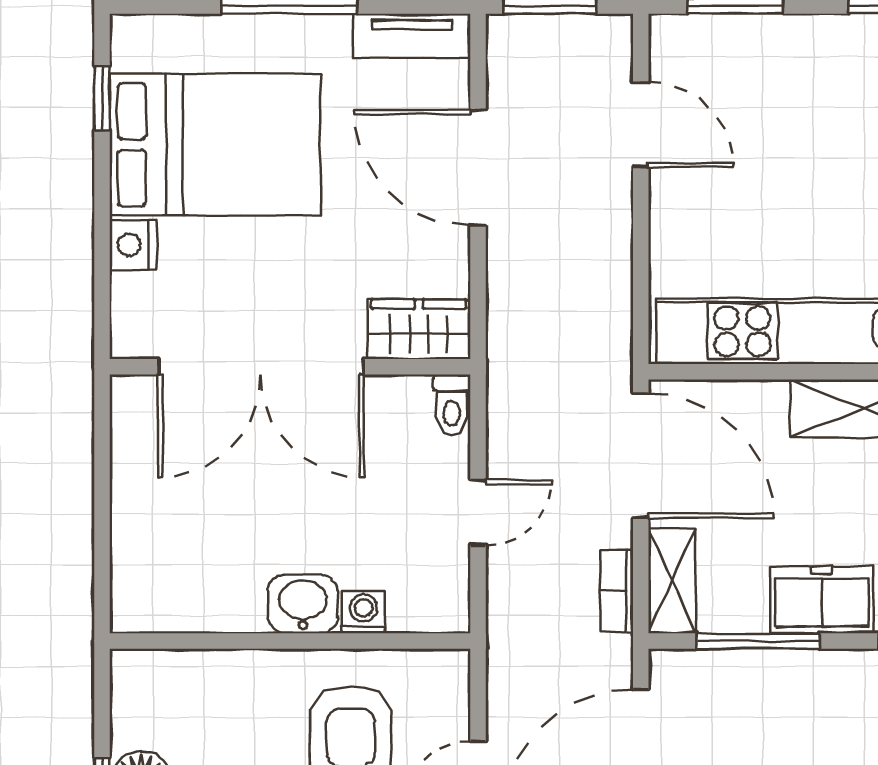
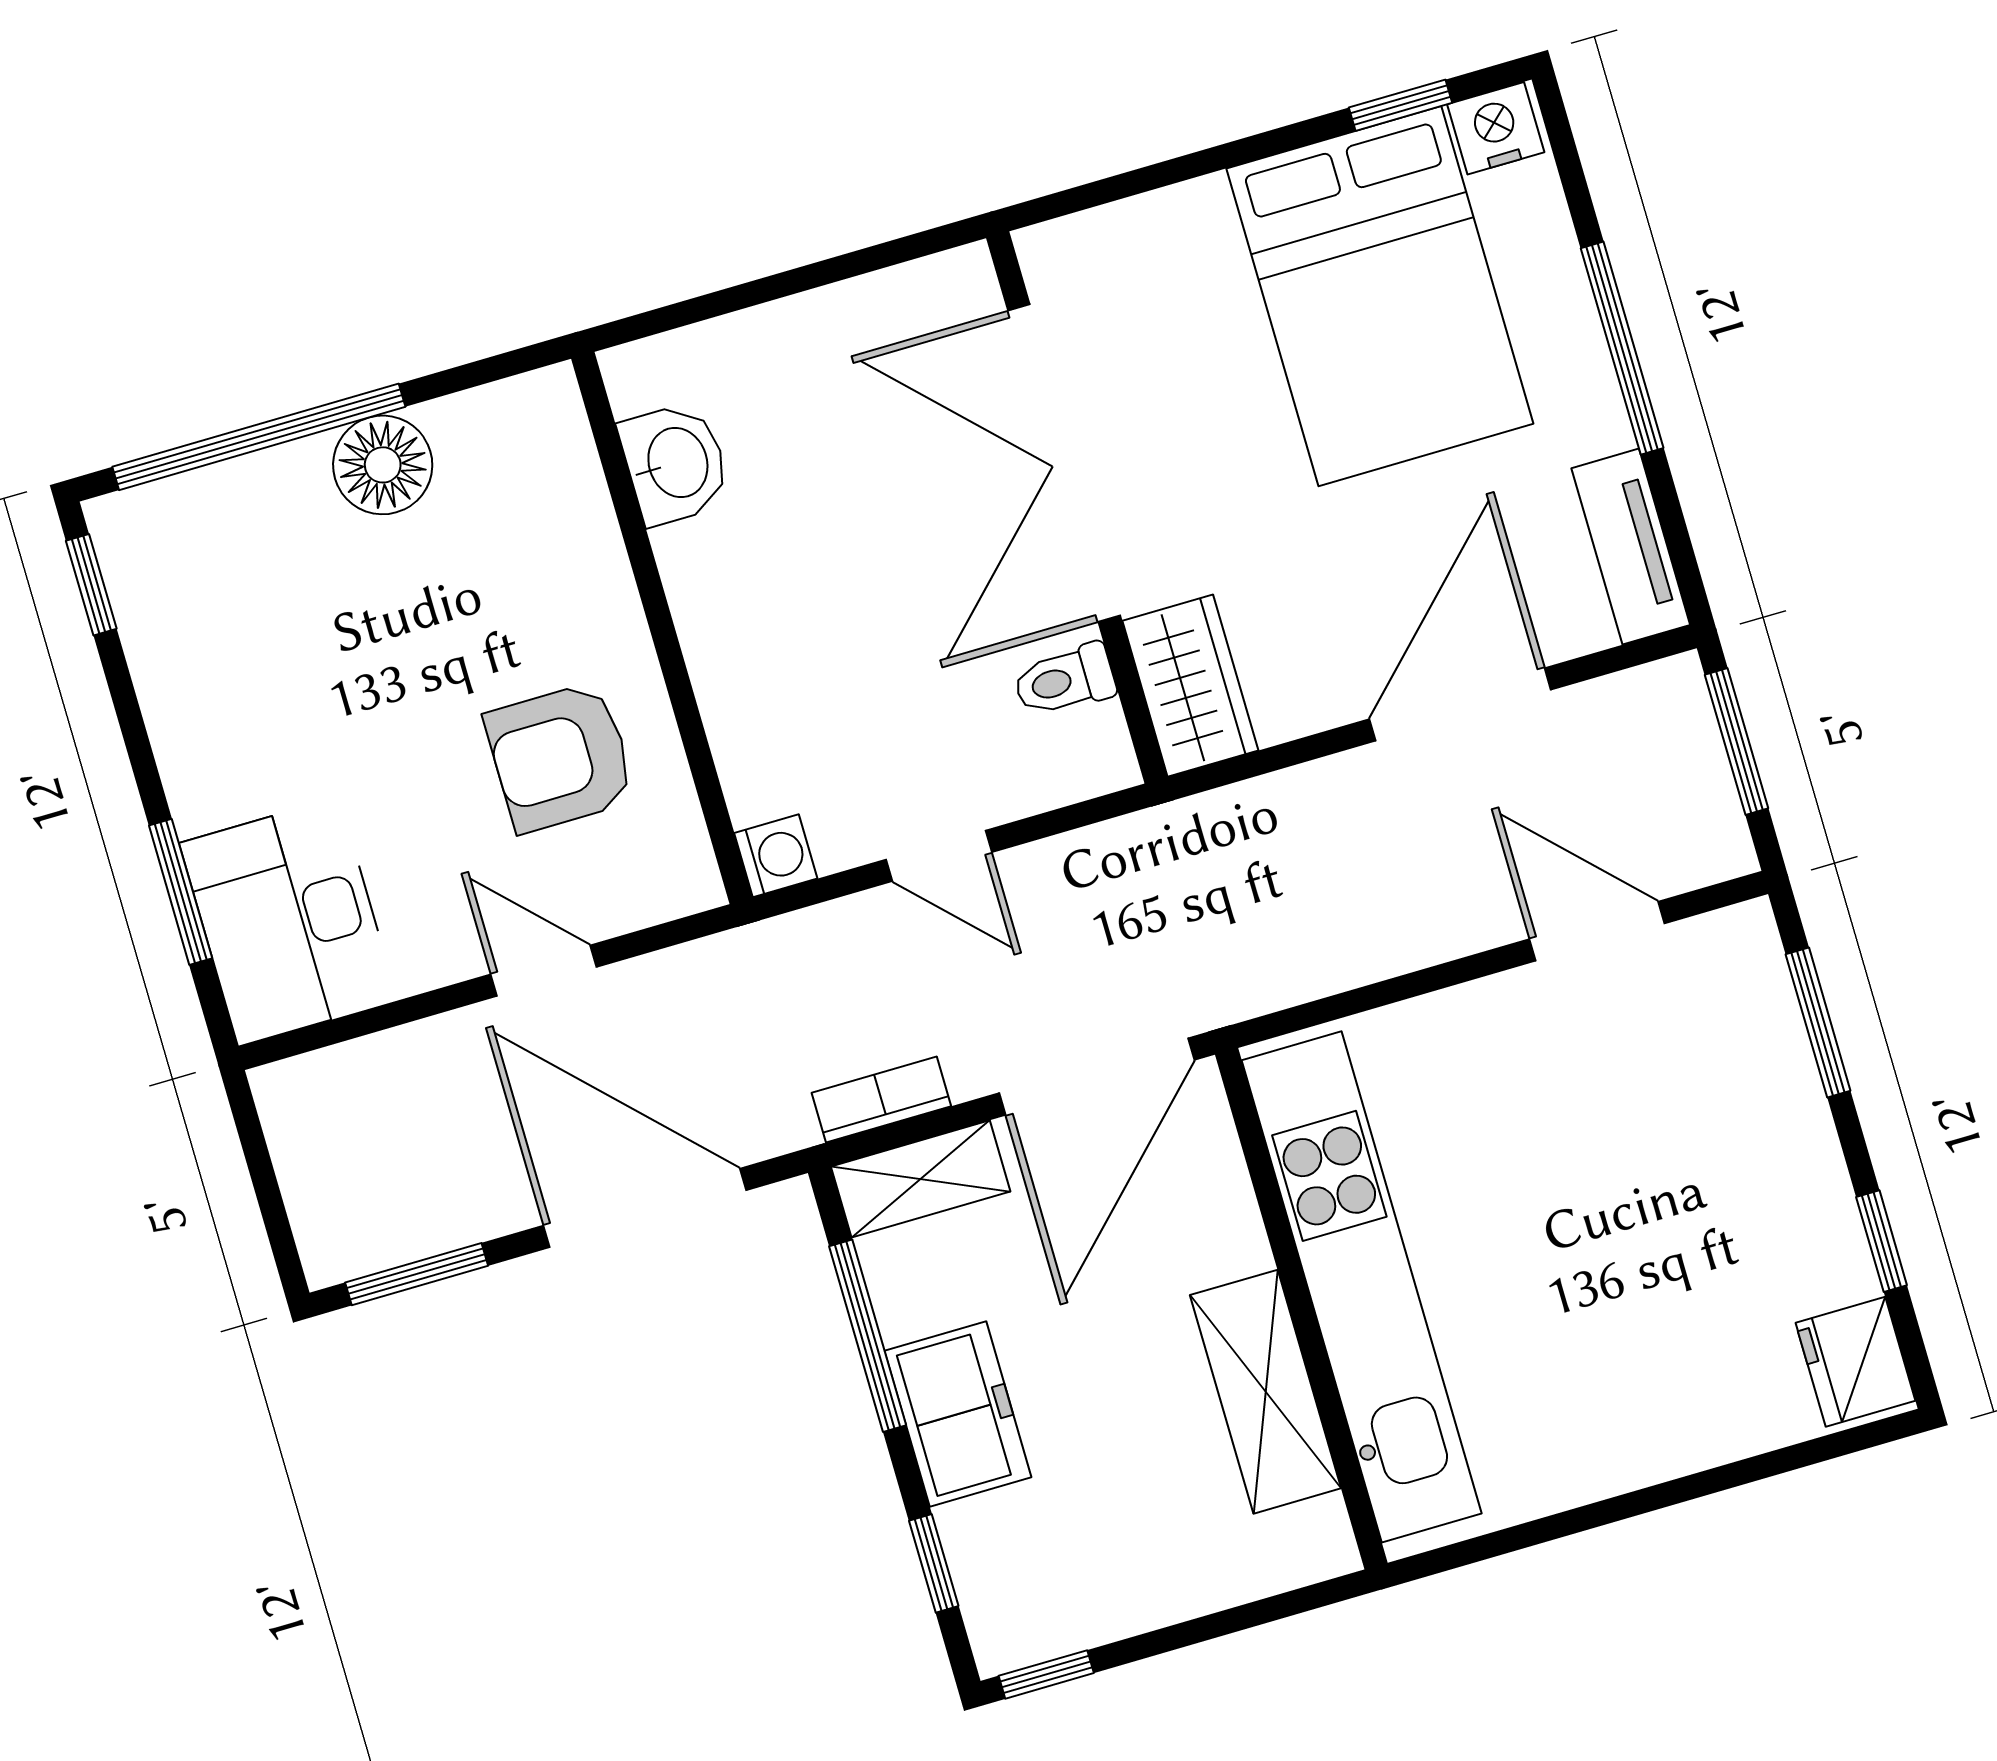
door: (641, 125) -> (1597, 931), swing flipped
nightstand: (133, 245) -> (1496, 128), moved
toilet: (452, 405) -> (1065, 680), moved
washbasin: (303, 604) -> (675, 463), moved
washing machine: (363, 612) -> (776, 856), moved

